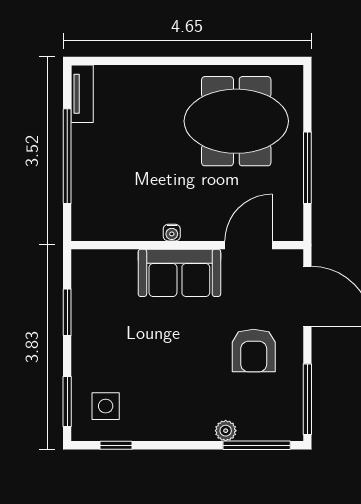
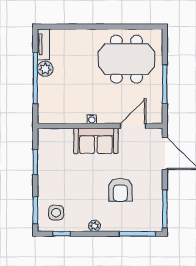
plant: (85, 139) -> (45, 69), added
armchair: (254, 351) -> (120, 190), moved
plant: (226, 431) -> (95, 226), moved

